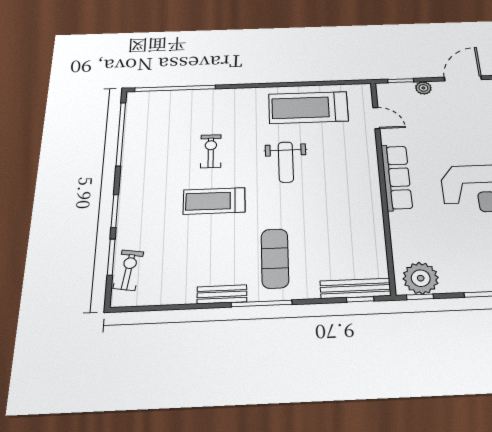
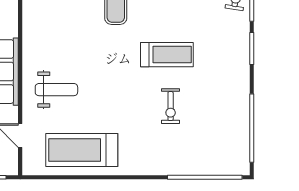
treadmill: (308, 108) -> (82, 150), turned 180
weight bench: (286, 162) -> (56, 90), moved, turned 90

